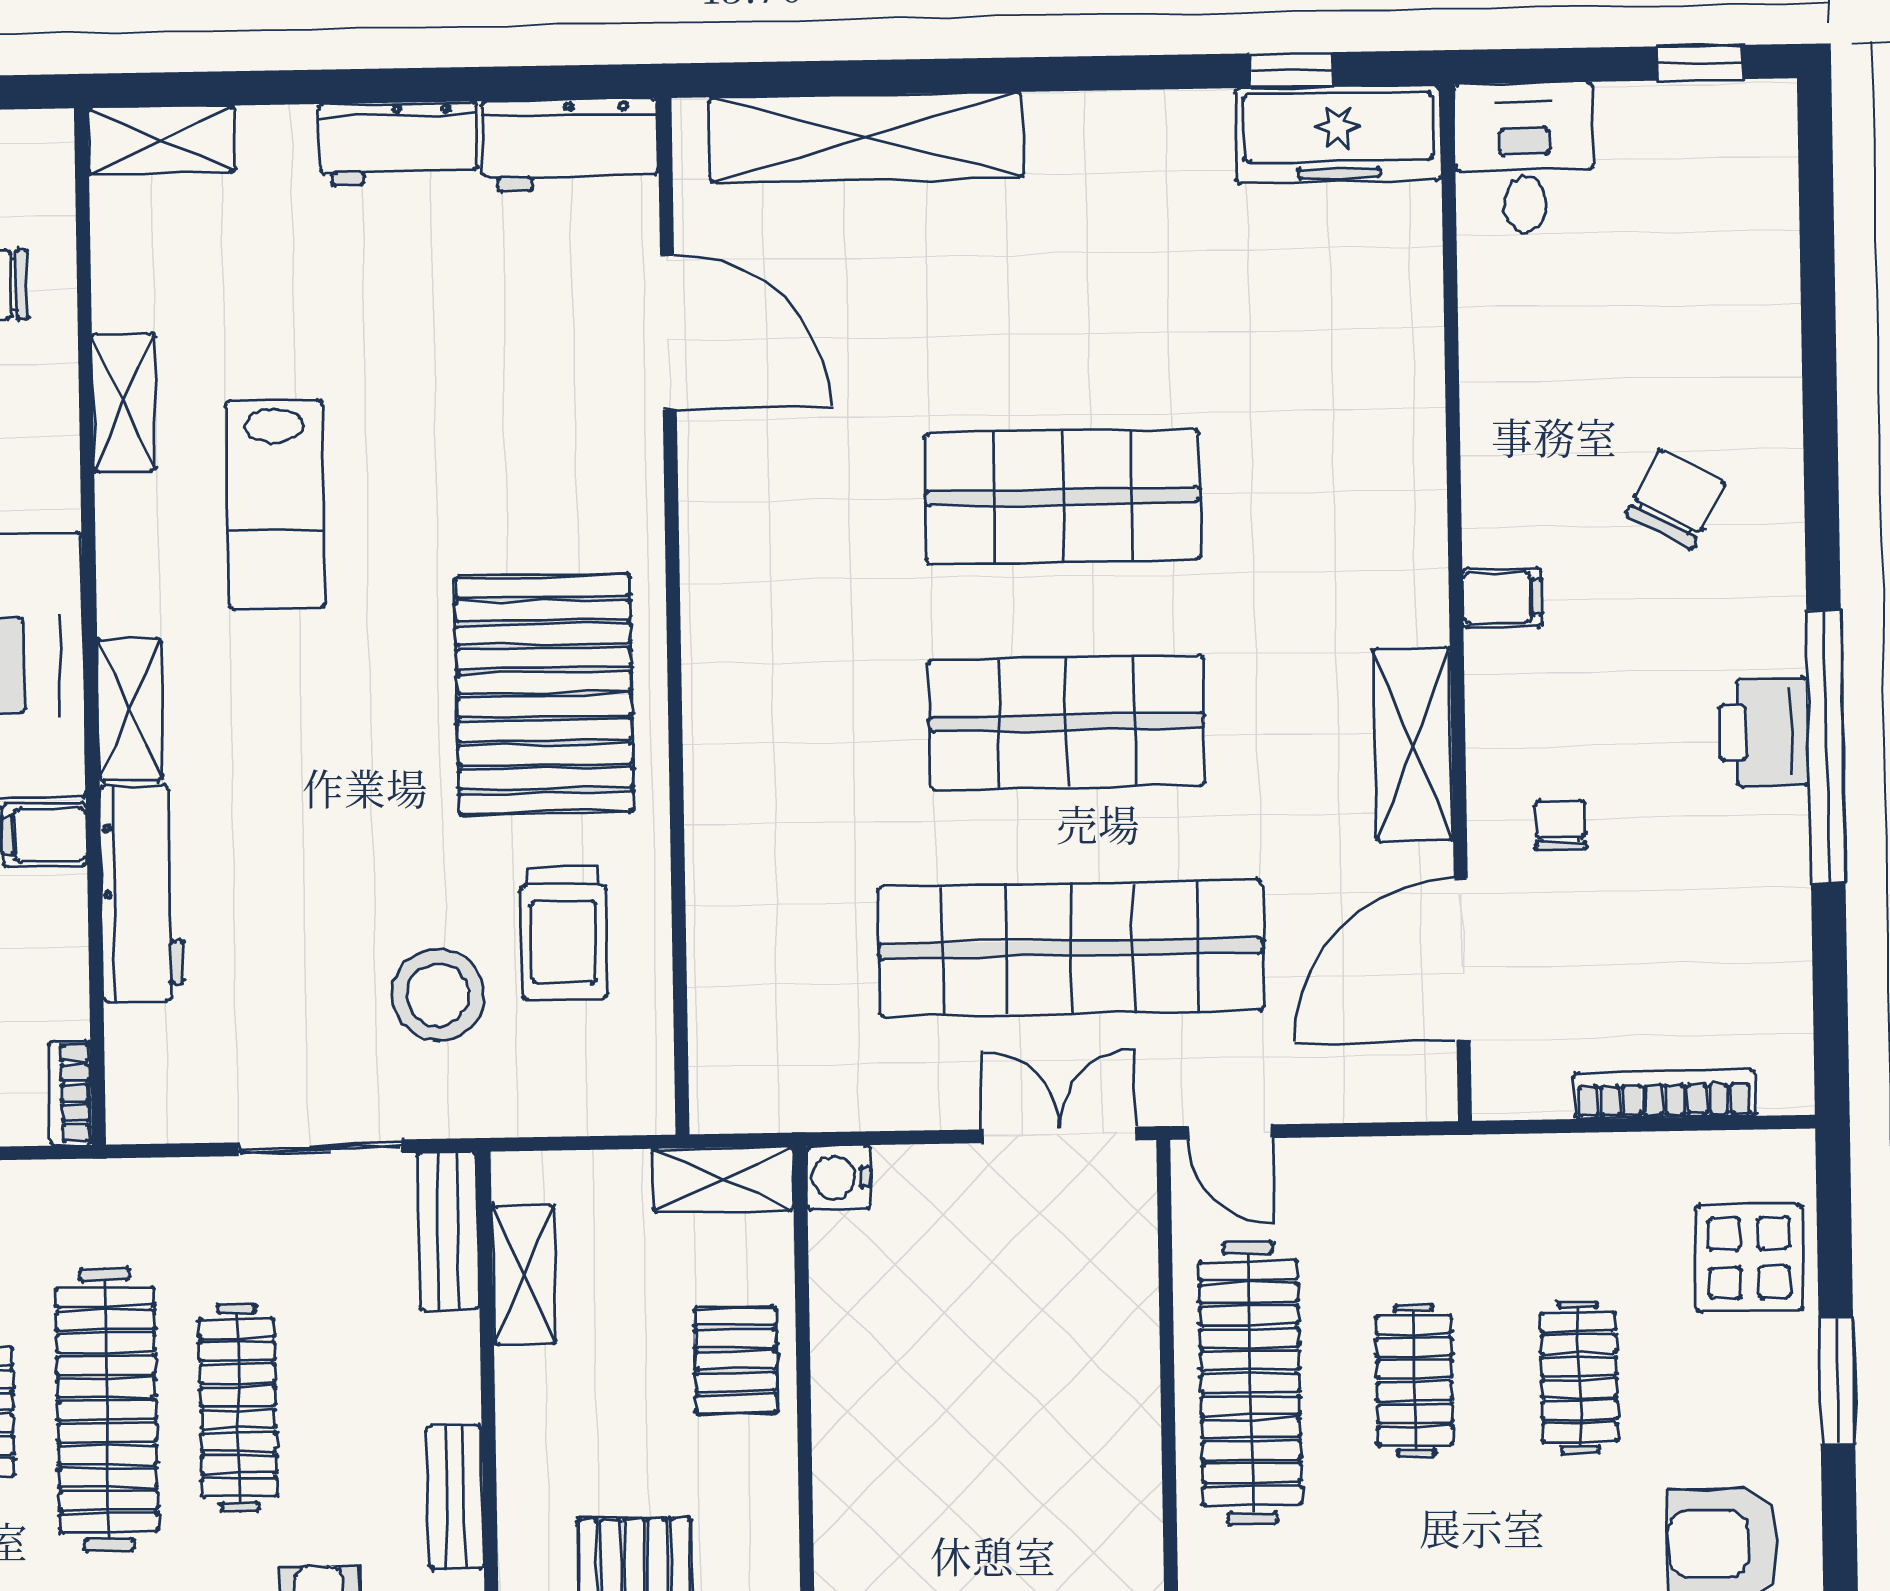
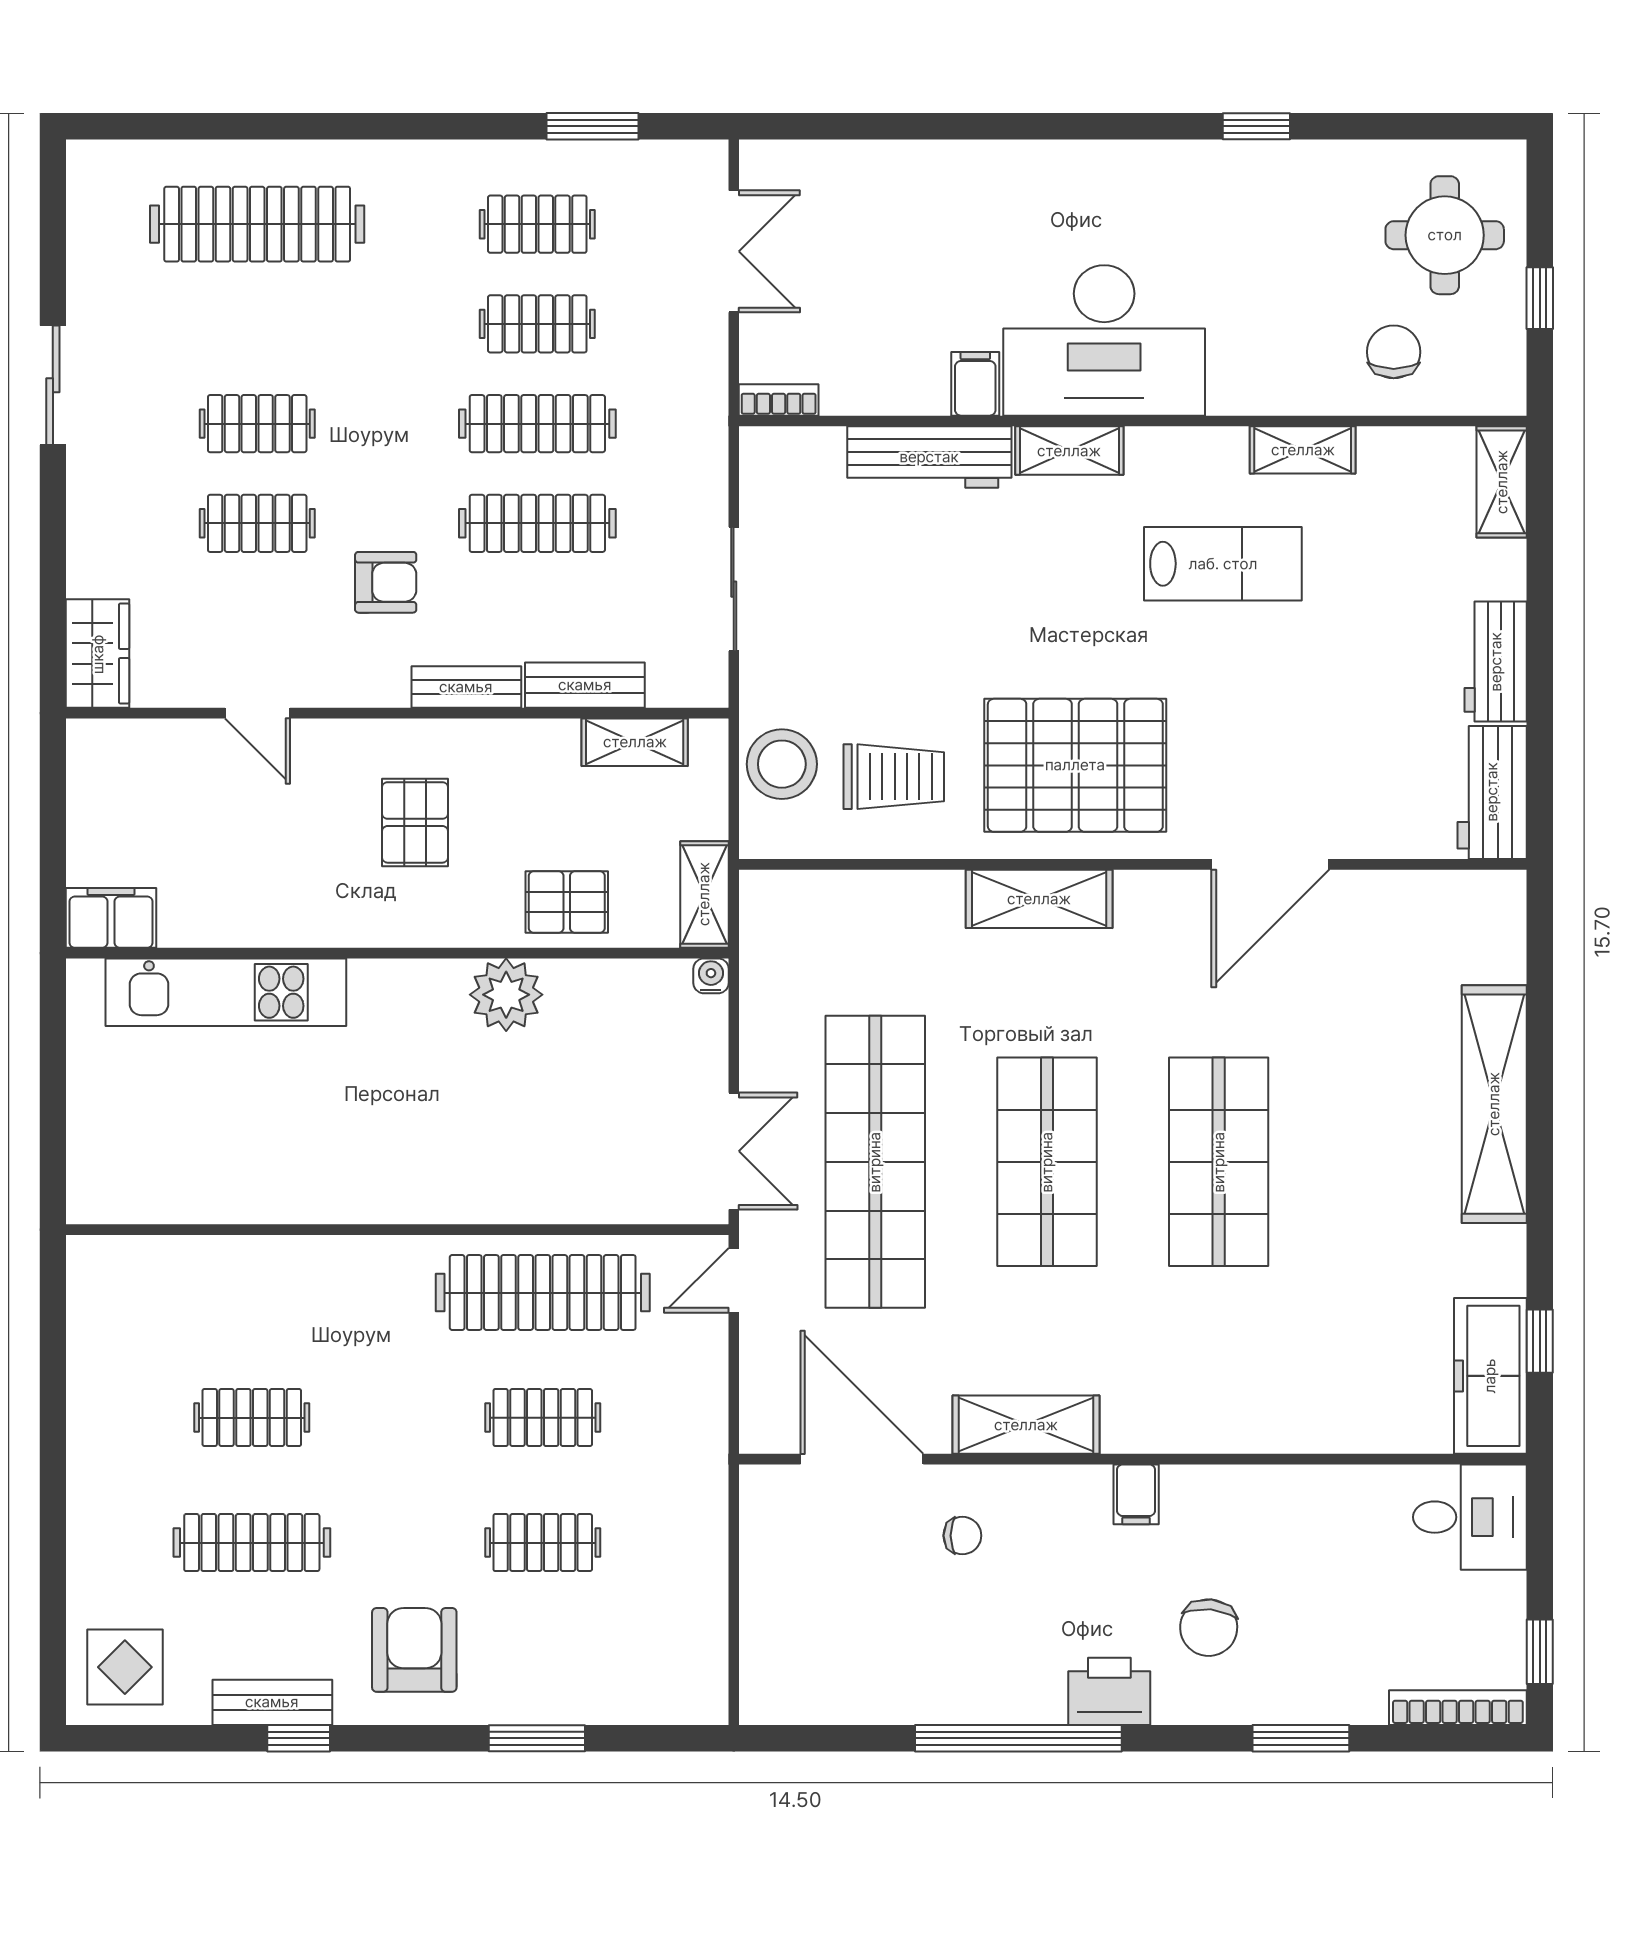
shelving: (866, 137) -> (1494, 1104), moved
door: (668, 332) -> (1270, 864), moved
window: (1819, 375) -> (1301, 1738), added
chair: (1676, 499) -> (1209, 1628), turned 68
lab bench: (276, 505) -> (1223, 564), turned 180
printer: (1764, 732) -> (1109, 1691), moved
shelving: (721, 739) -> (1039, 899), added
trolley: (563, 933) -> (894, 777), turned 180
stool: (438, 995) -> (782, 764), moved
bookcase: (1664, 1094) -> (1458, 1708), moved, turned -90
water cooler: (839, 1178) -> (711, 976), width x0.72, depth x0.72
bench: (448, 1231) -> (585, 685), moved
display table: (1749, 1258) -> (631, 1673), removed
clothes rail: (107, 1410) -> (537, 424), width x0.73, depth x0.76
plant: (859, 1438) -> (506, 995), added

